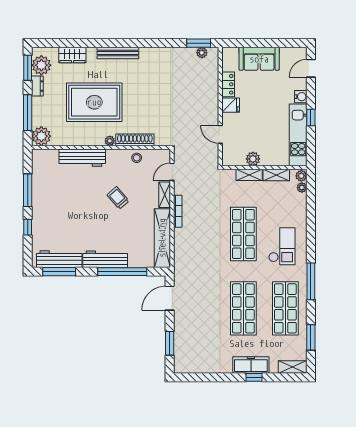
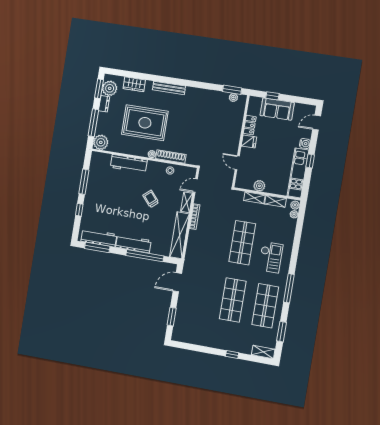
window: (250, 43) -> (272, 96), added
freezer: (251, 365) -> (231, 345), removed

